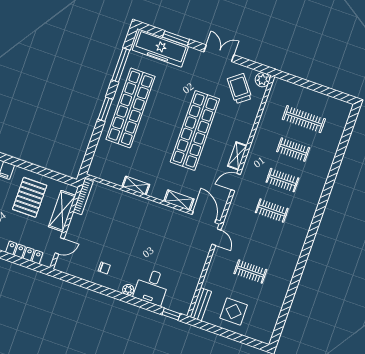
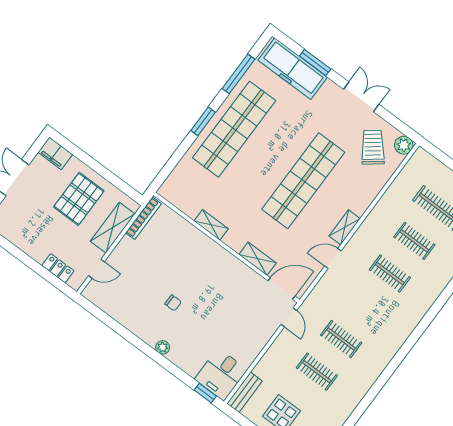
clothes rail: (272, 211) -> (341, 339), moved
door: (204, 217) -> (281, 288), hinge flipped
locker: (24, 253) -> (58, 268), width x0.66
chair: (104, 268) -> (173, 303), moved
desk: (152, 287) -> (221, 374), moved

